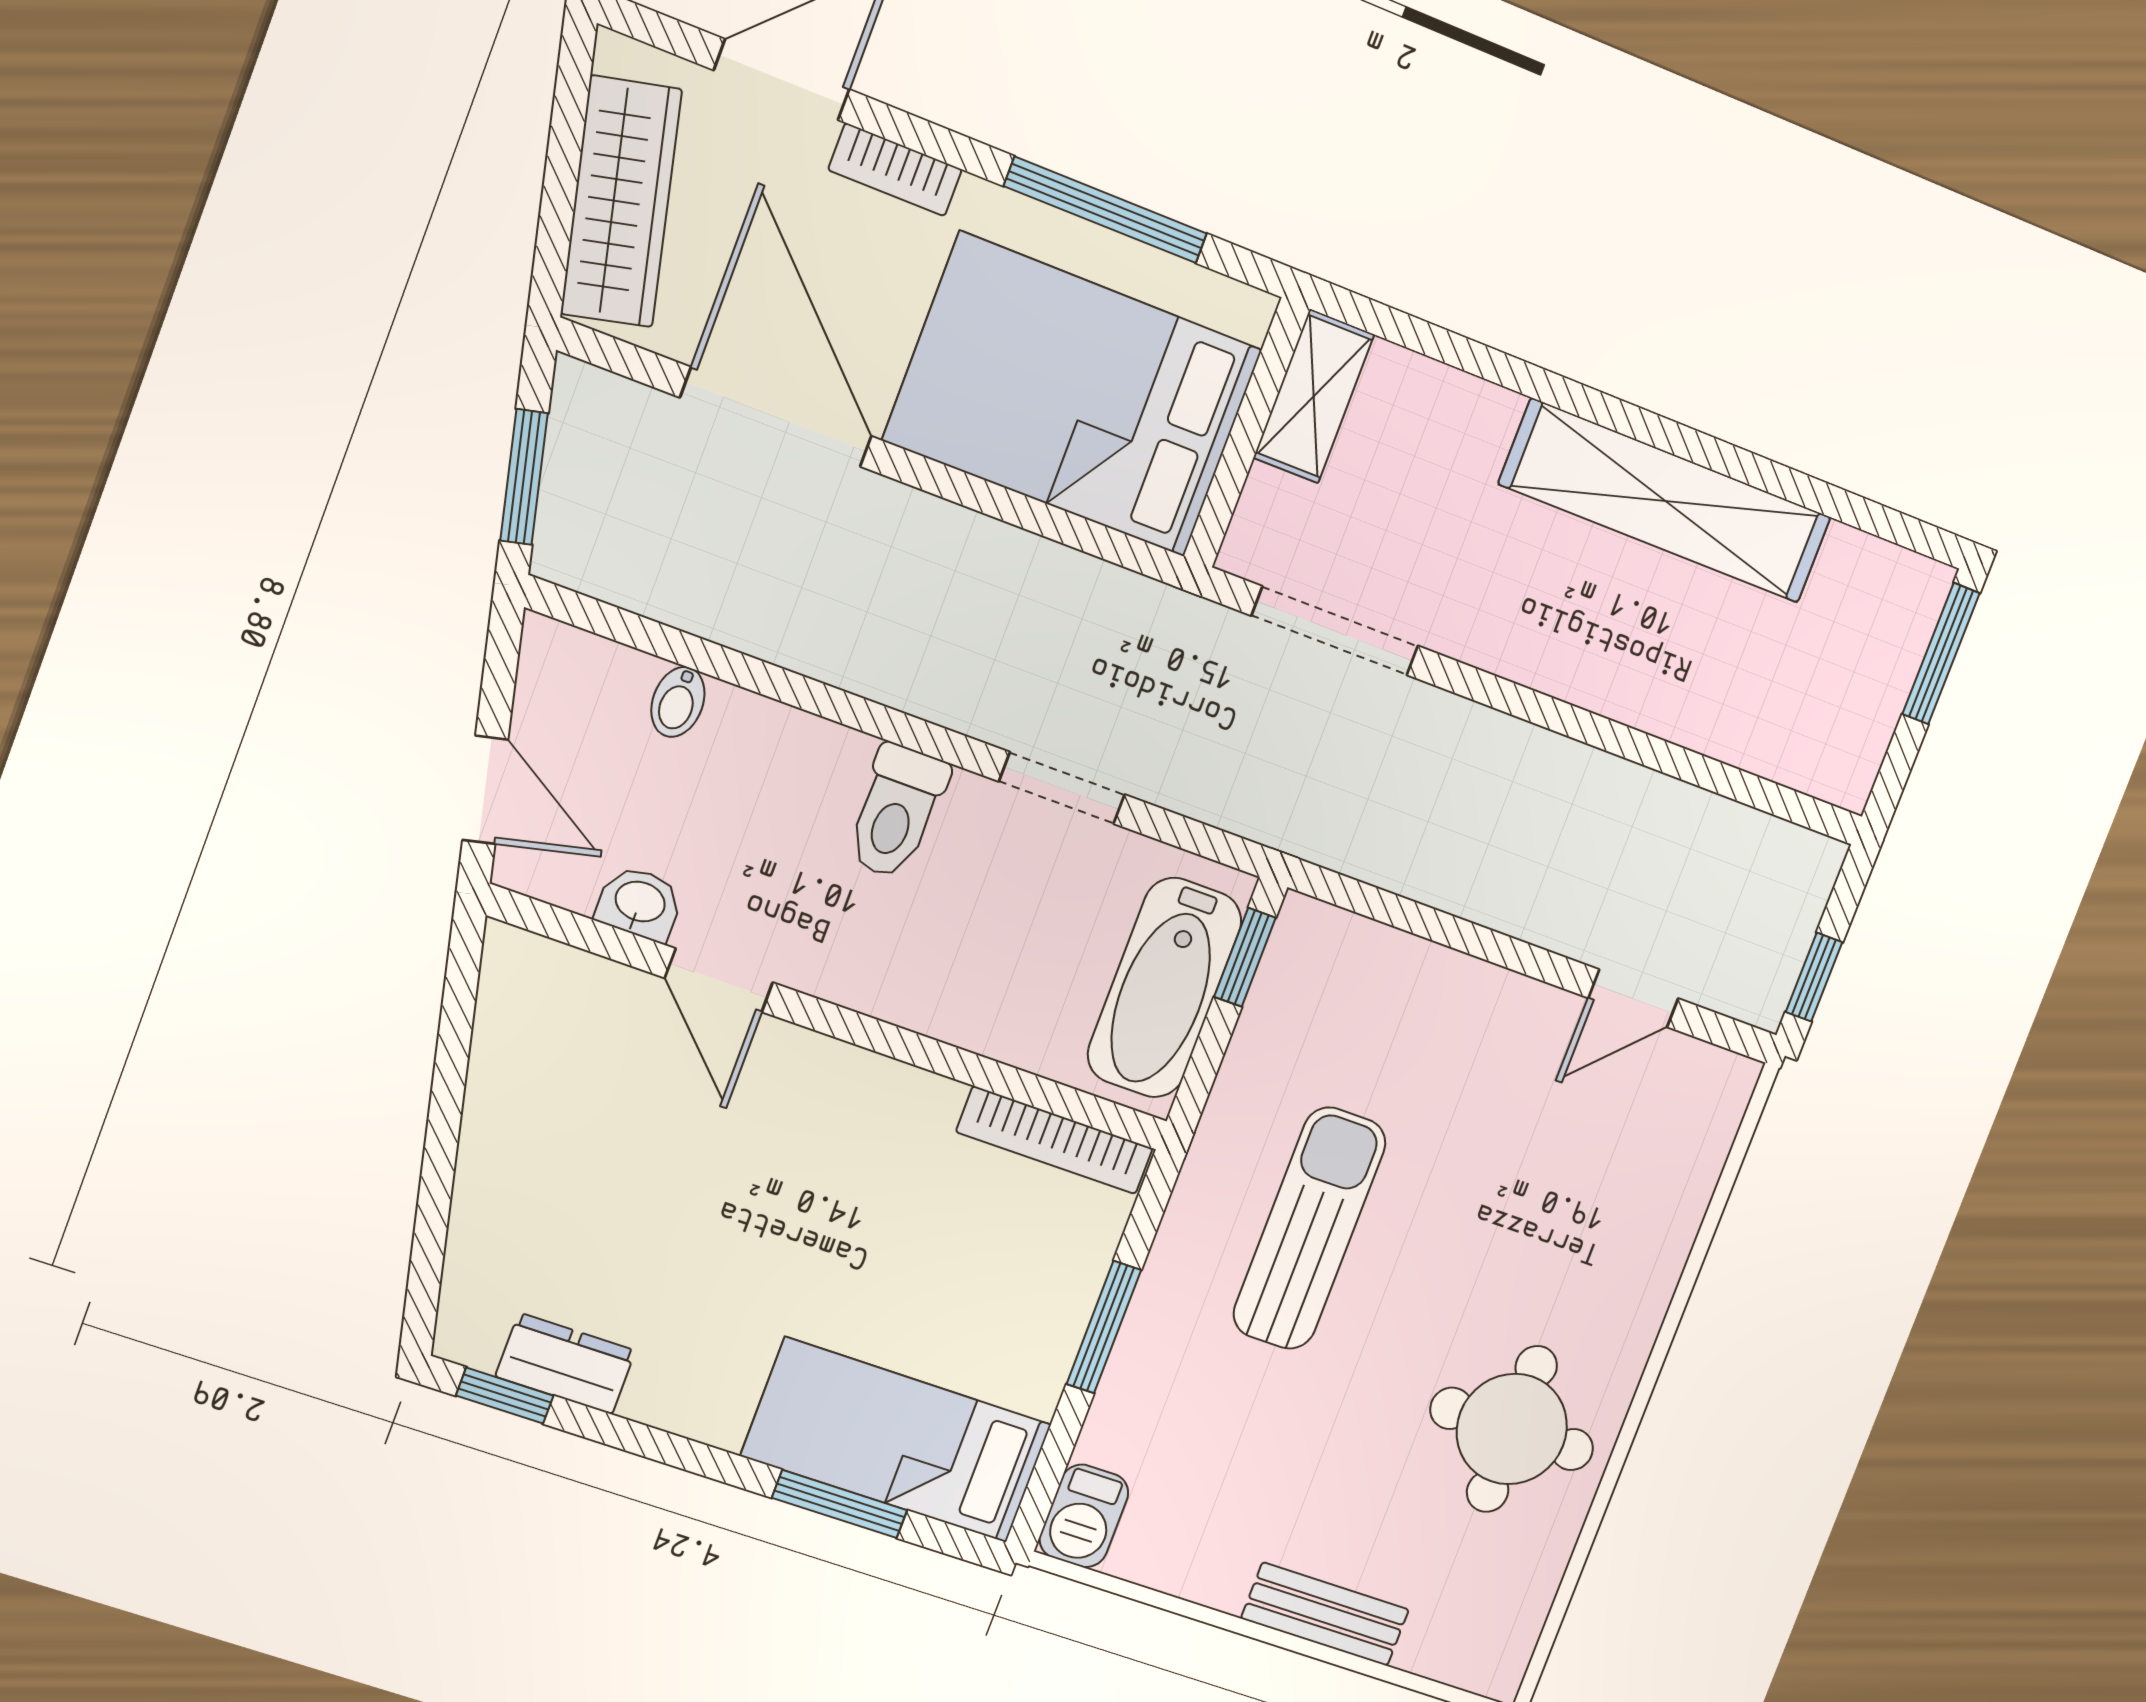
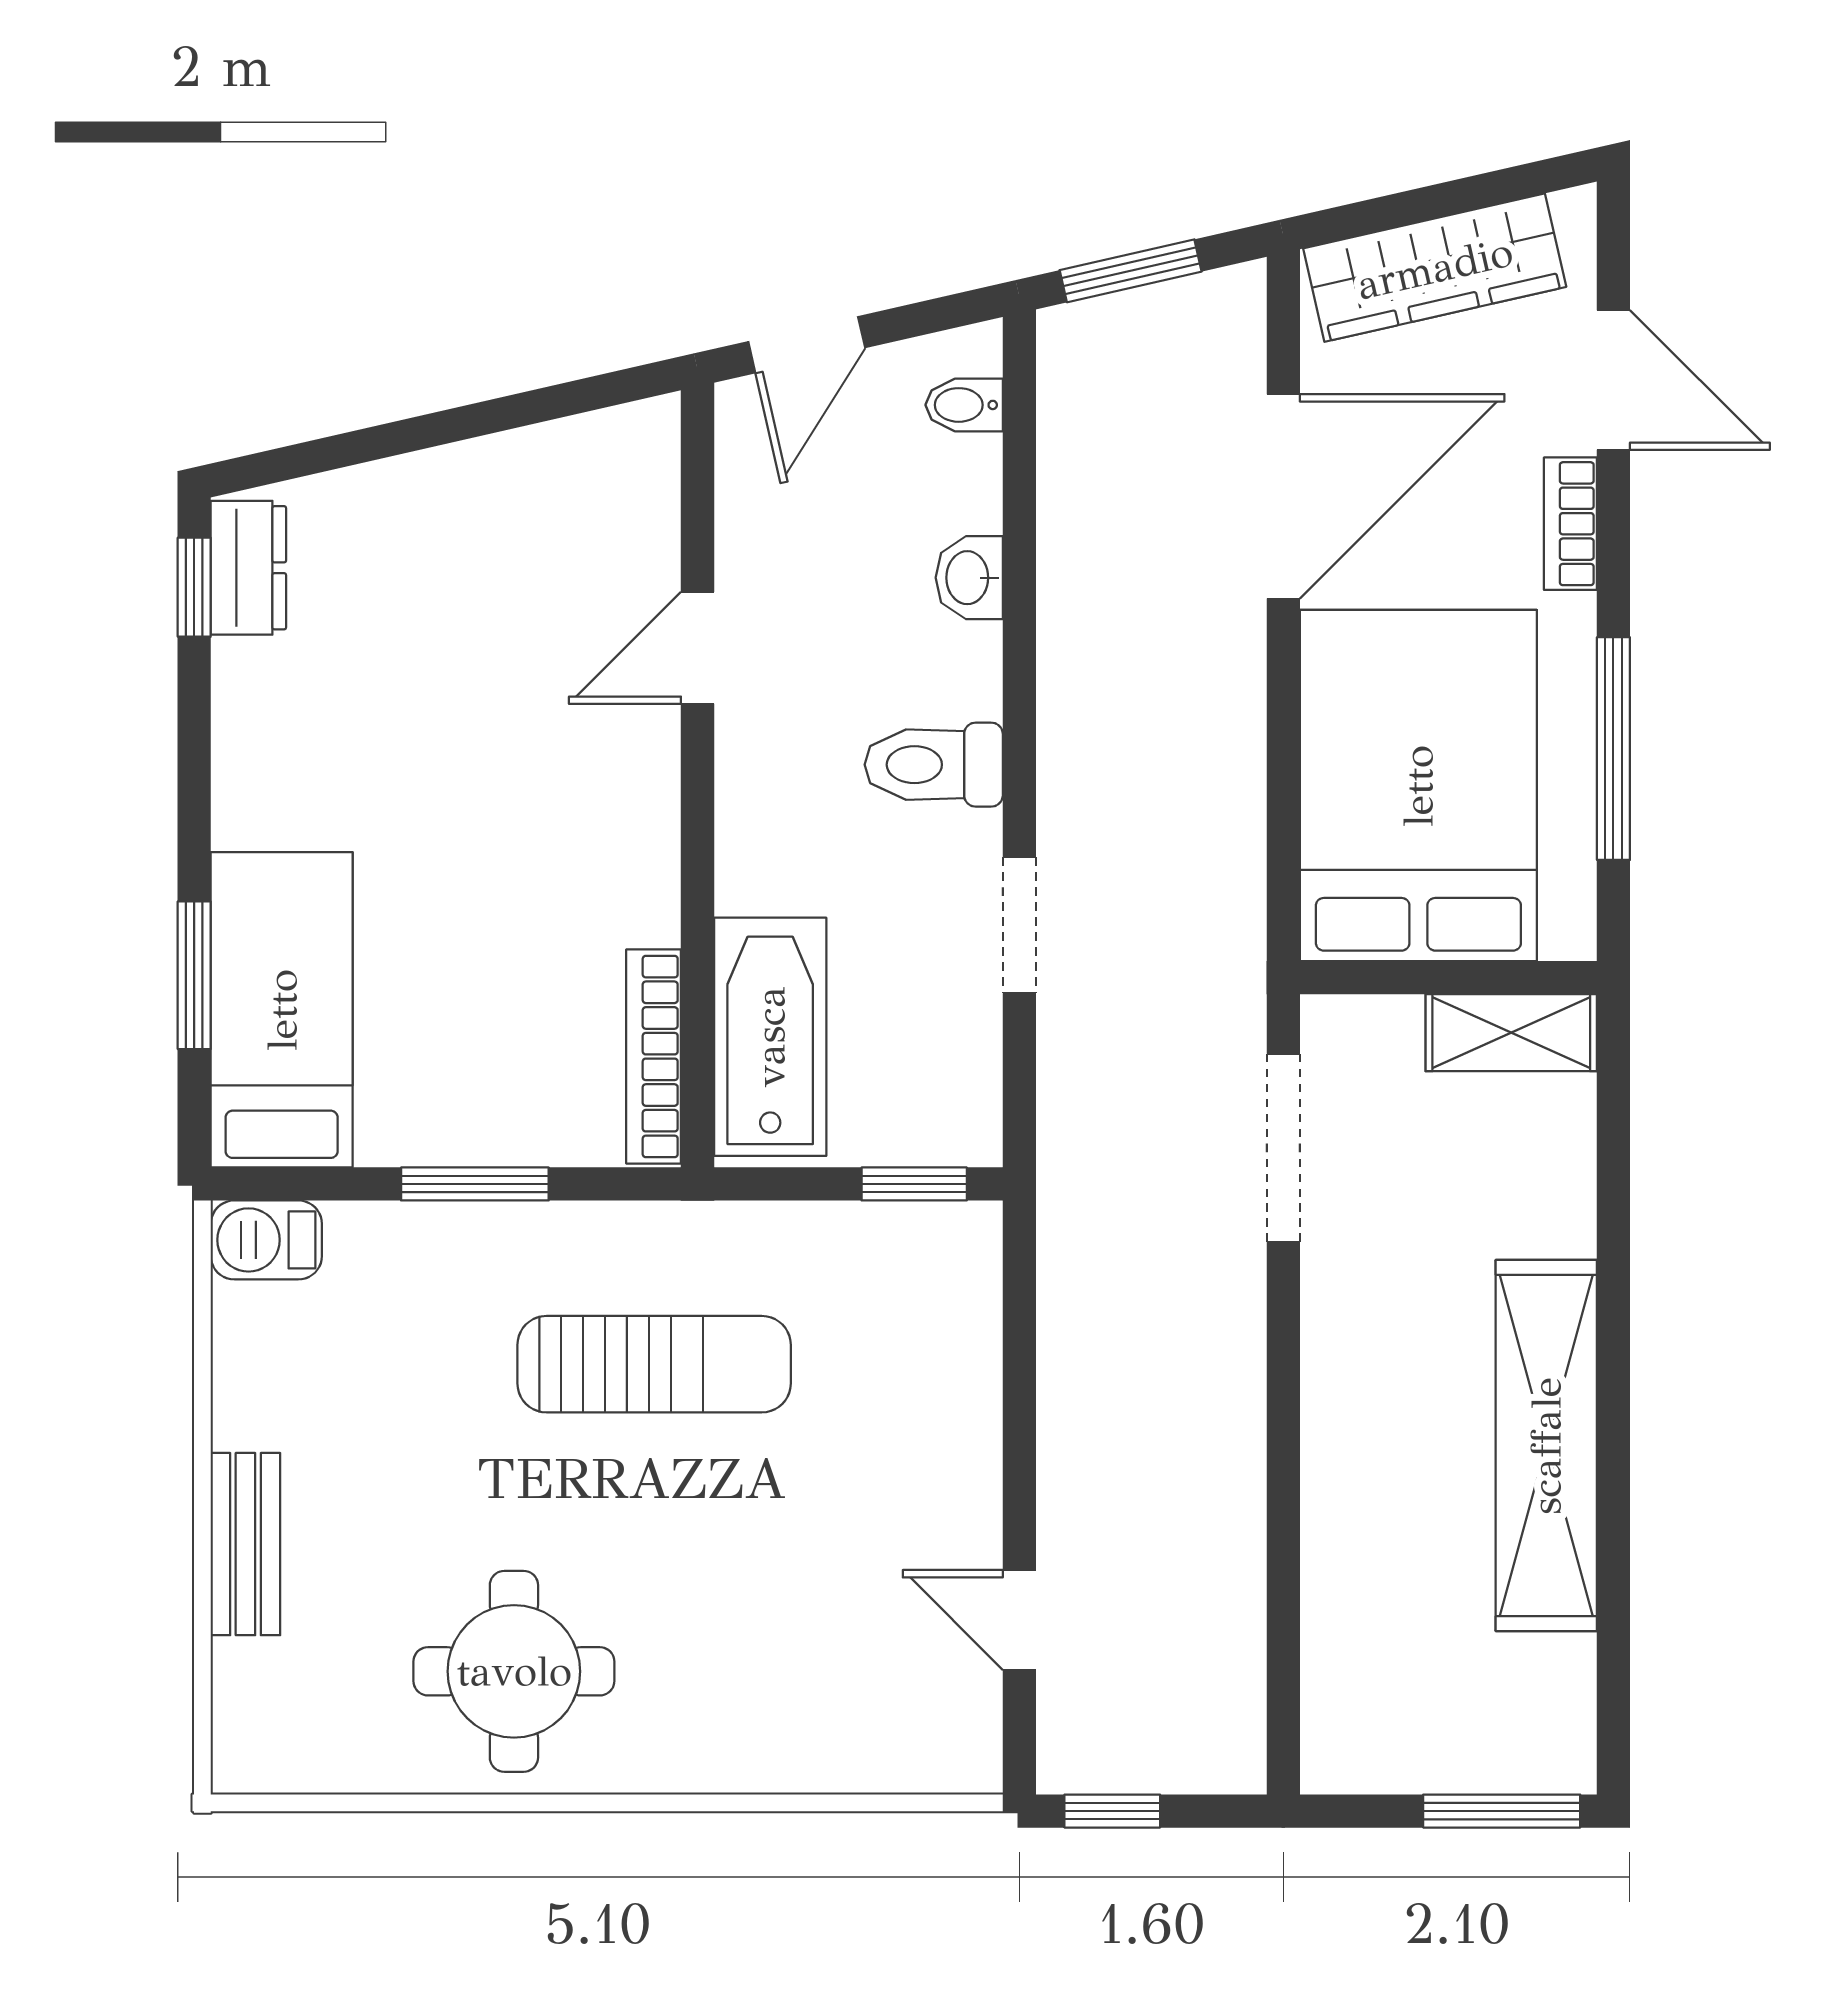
bidet: (678, 702) -> (964, 405), moved
washbasin: (640, 903) -> (969, 578), moved, turned 180
bathtub: (1164, 988) -> (770, 1037), moved, turned 90
dresser: (566, 1364) -> (248, 568), moved

